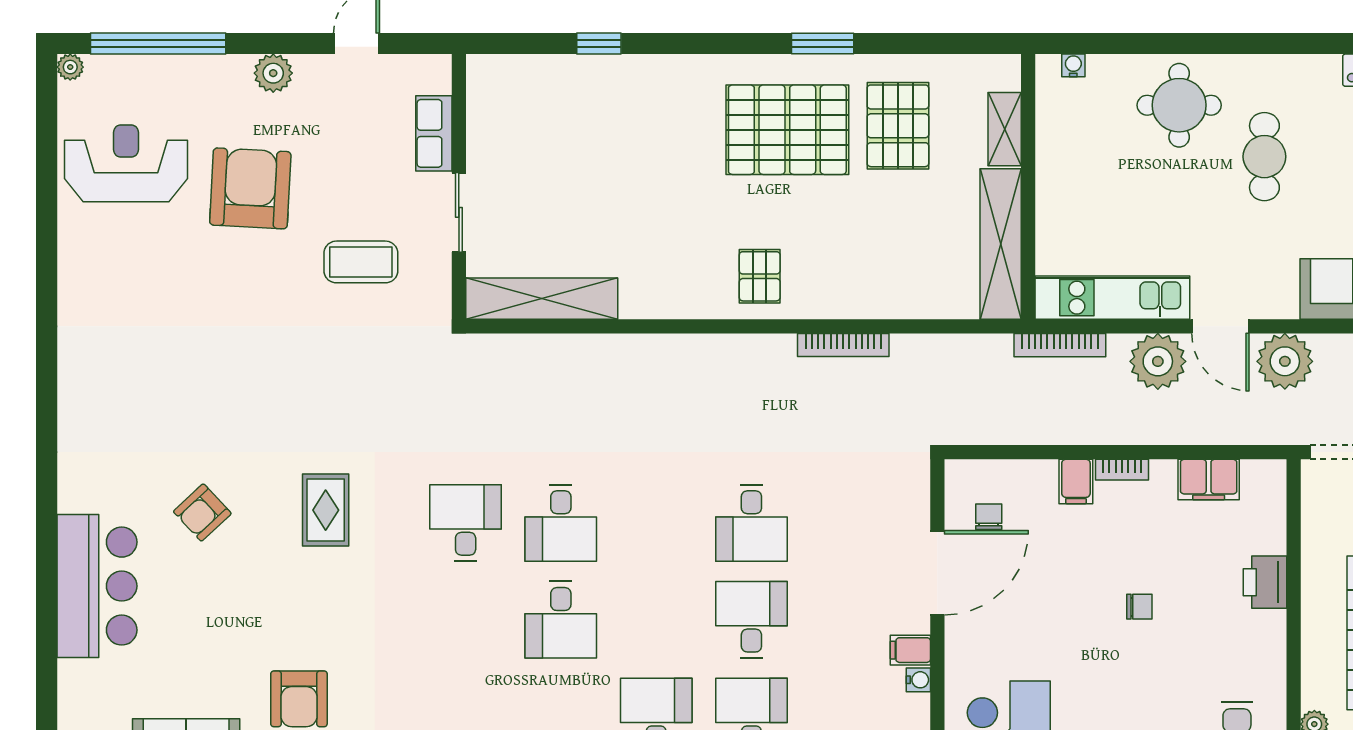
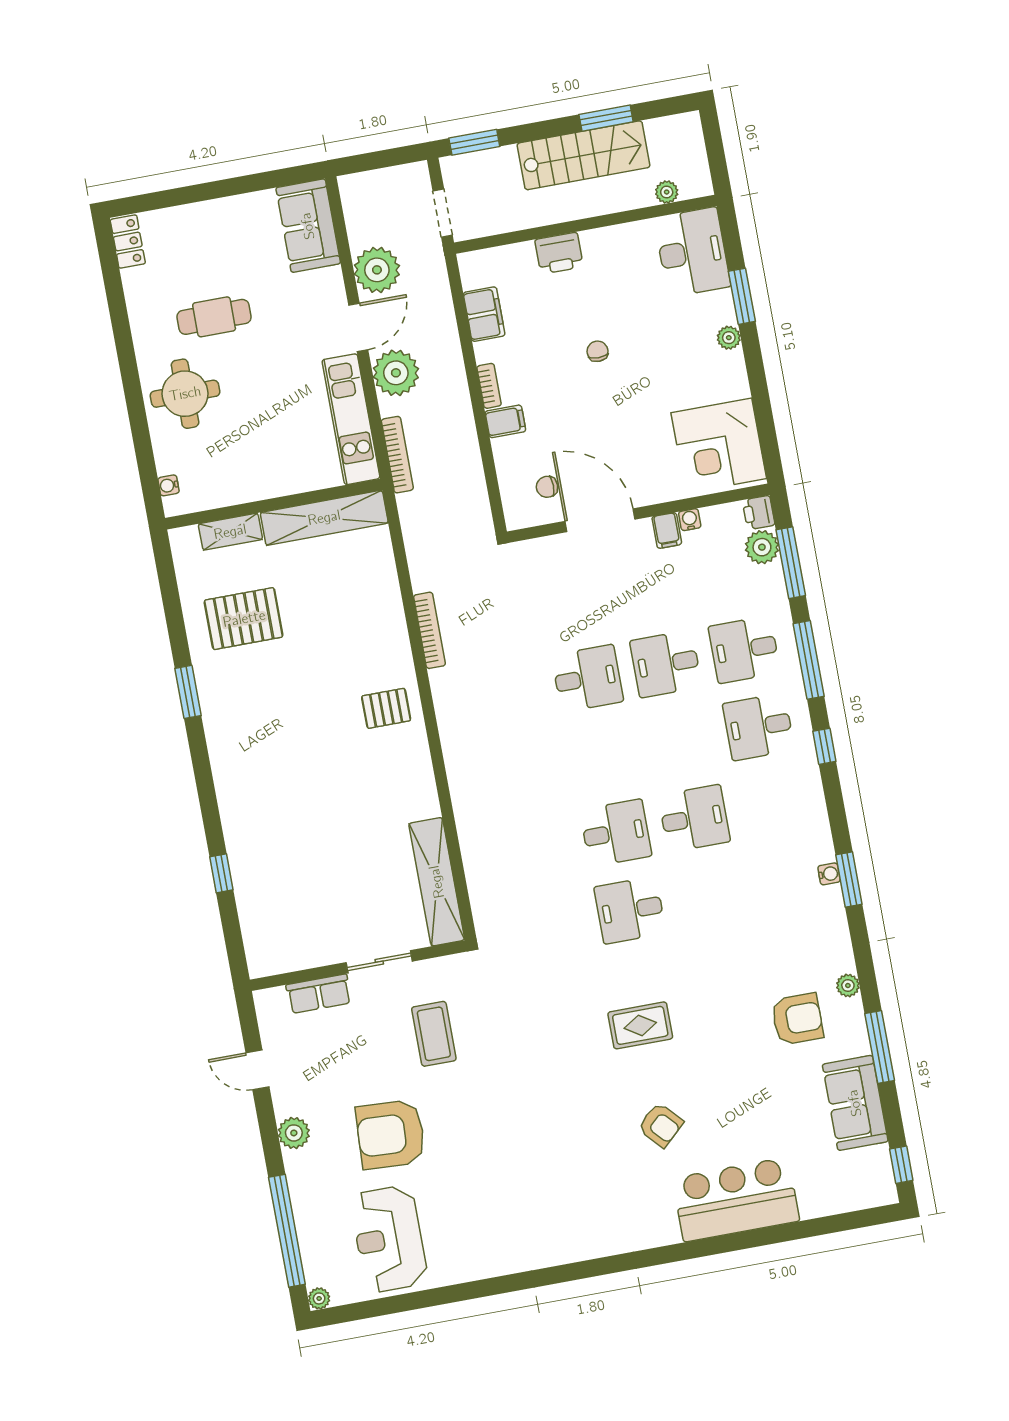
pallet: (787, 130) -> (263, 708), removed

